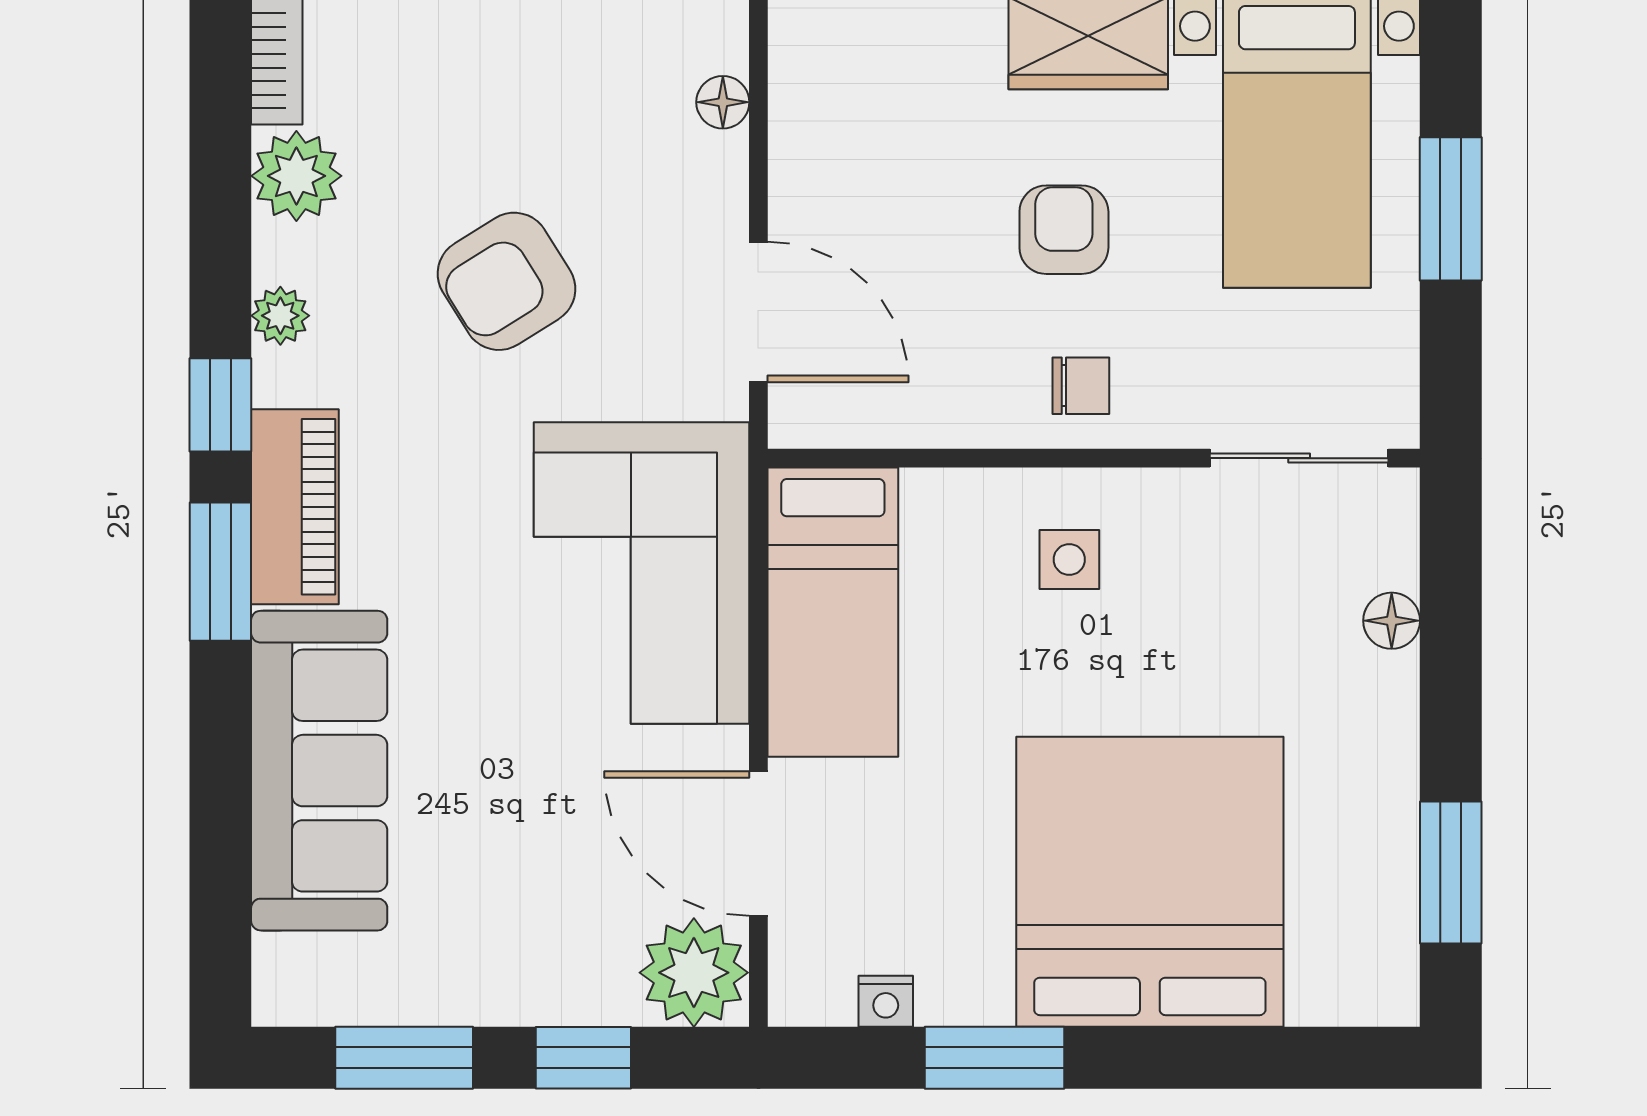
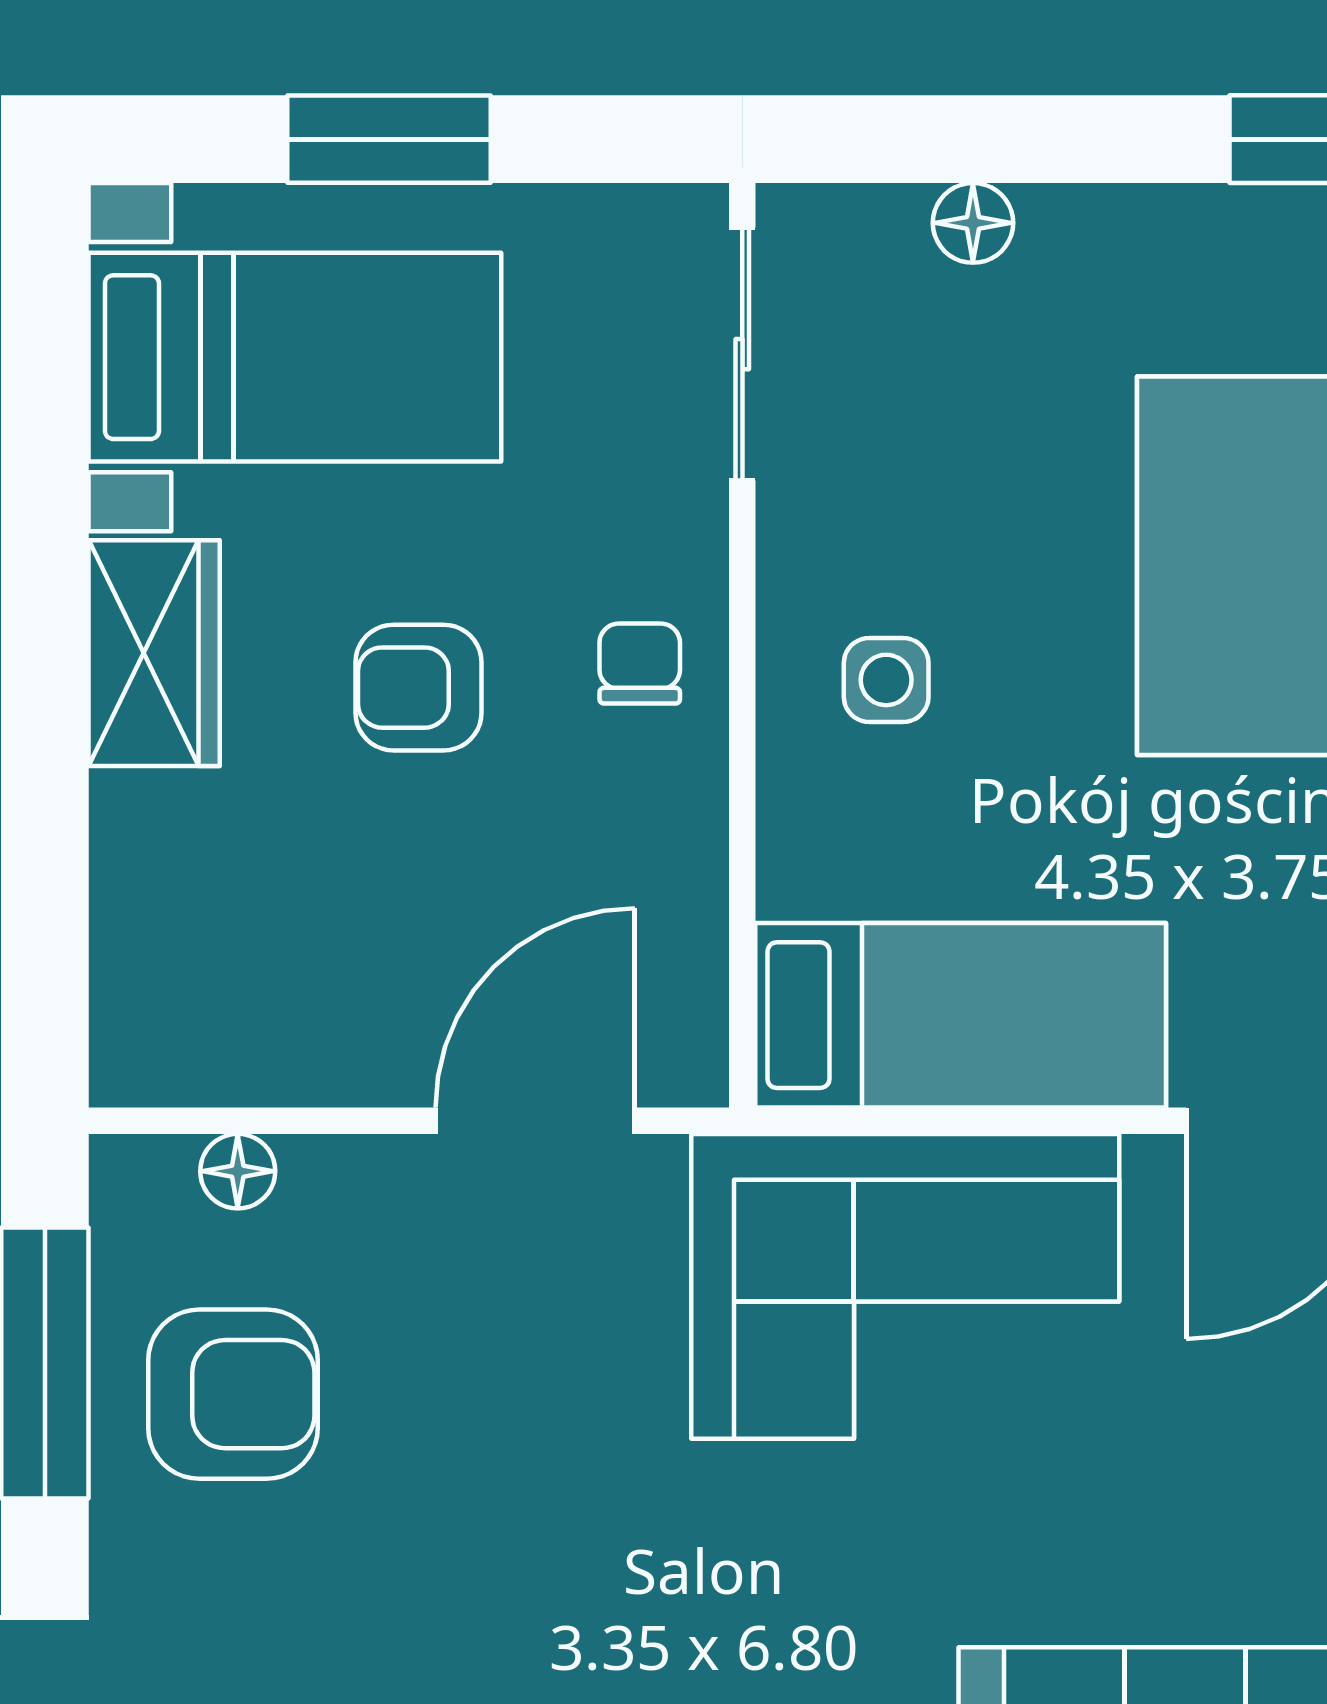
armchair: (506, 281) -> (233, 1394), moved, turned -58

